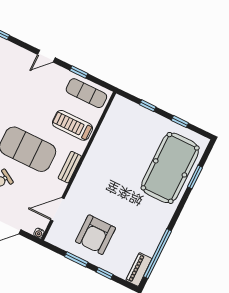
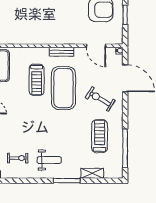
treadmill: (72, 125) -> (37, 80), moved

